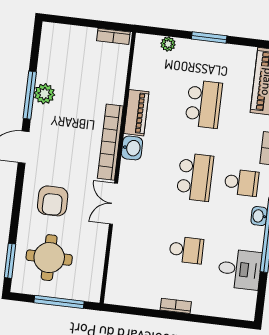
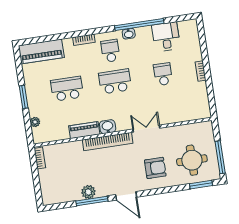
double door: (113, 204) -> (146, 129), swing flipped
window: (59, 302) -> (220, 157), moved

